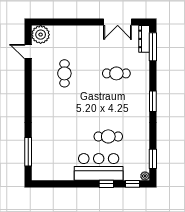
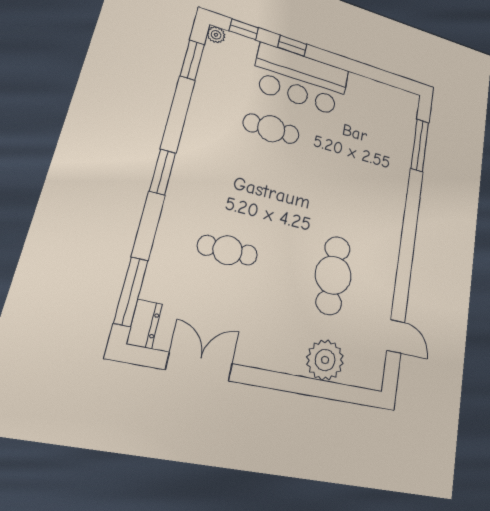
plant: (41, 35) -> (325, 360), moved
dresser: (144, 39) -> (144, 324), width x0.70
cafe table: (64, 73) -> (333, 275), width x1.37, depth x1.35

